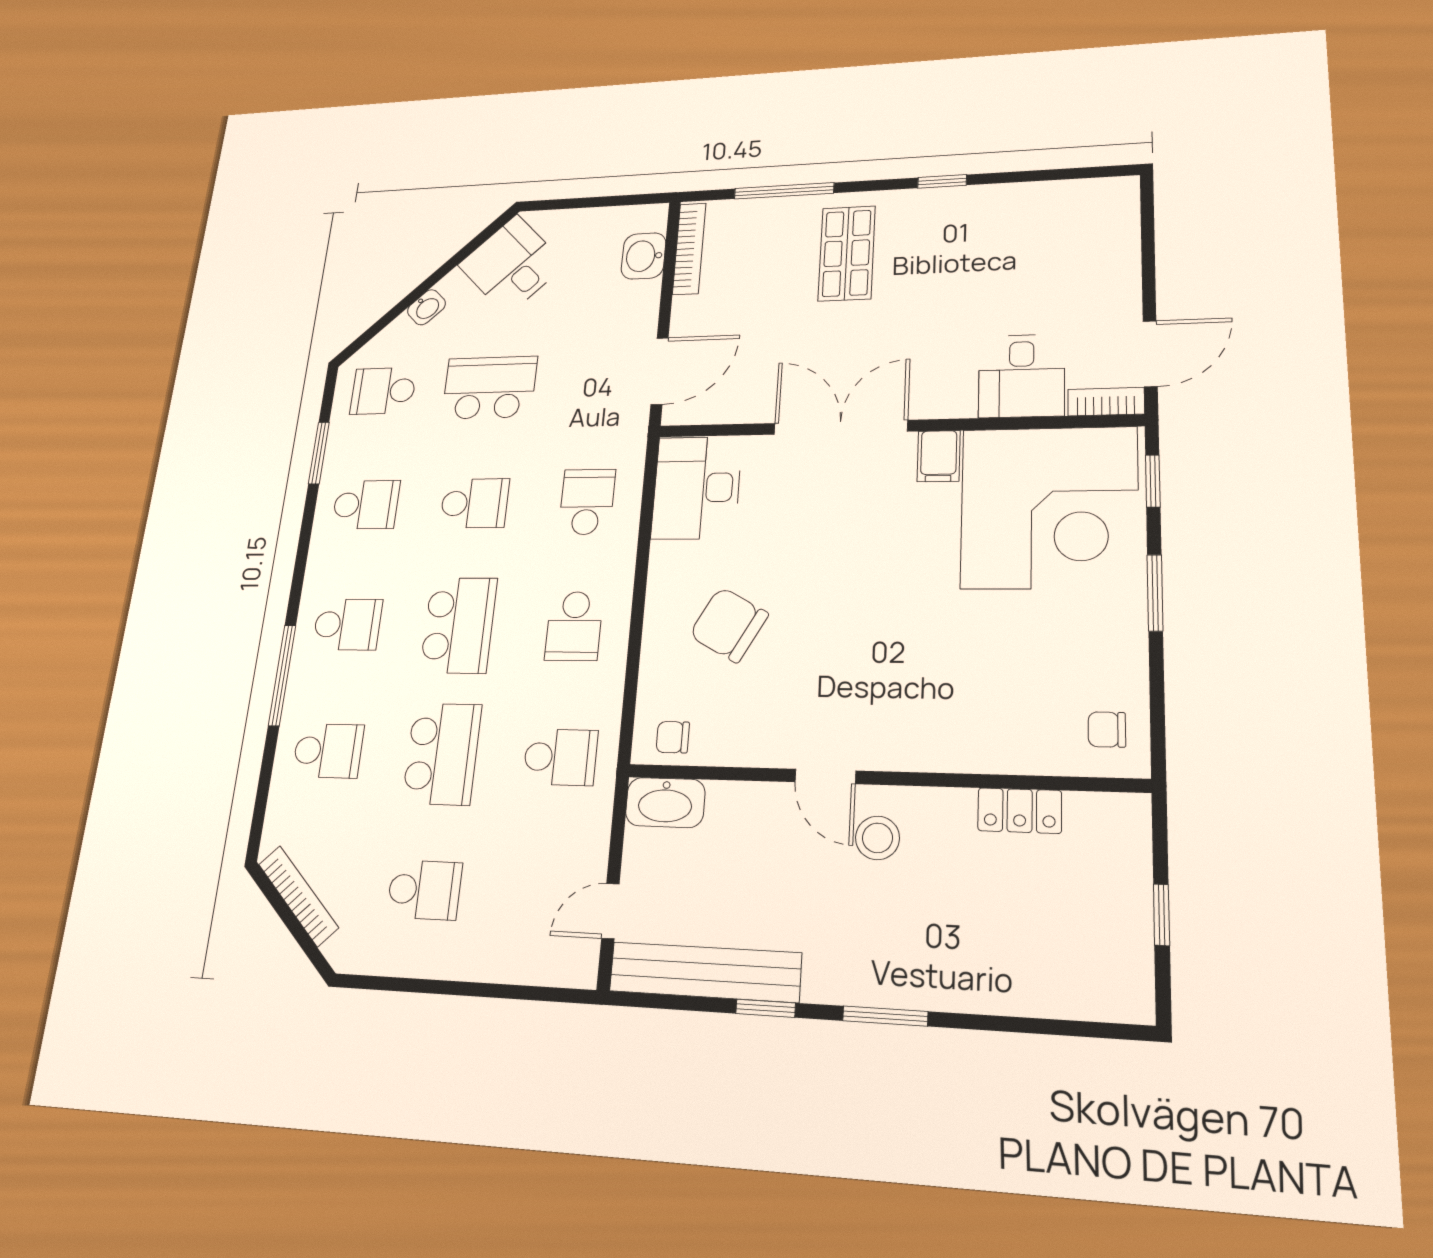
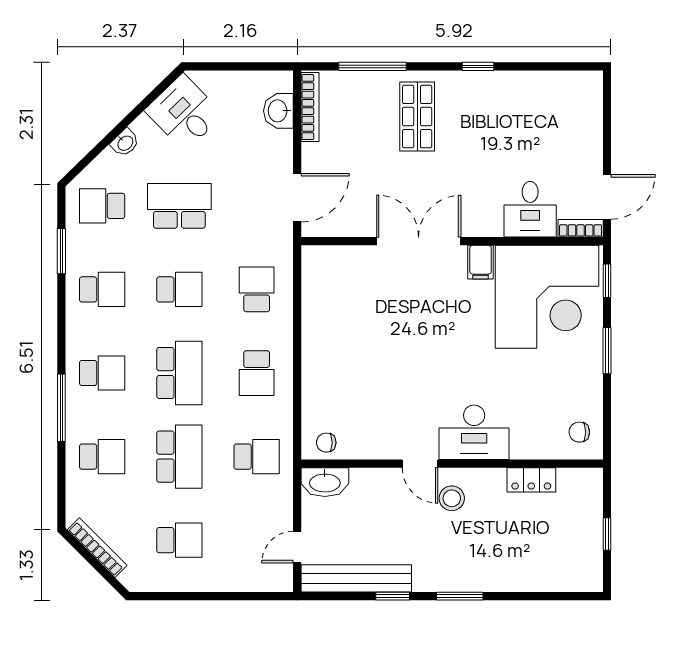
desk: (697, 488) -> (474, 432), moved, turned -90
chair: (729, 625) -> (356, 371), removed

